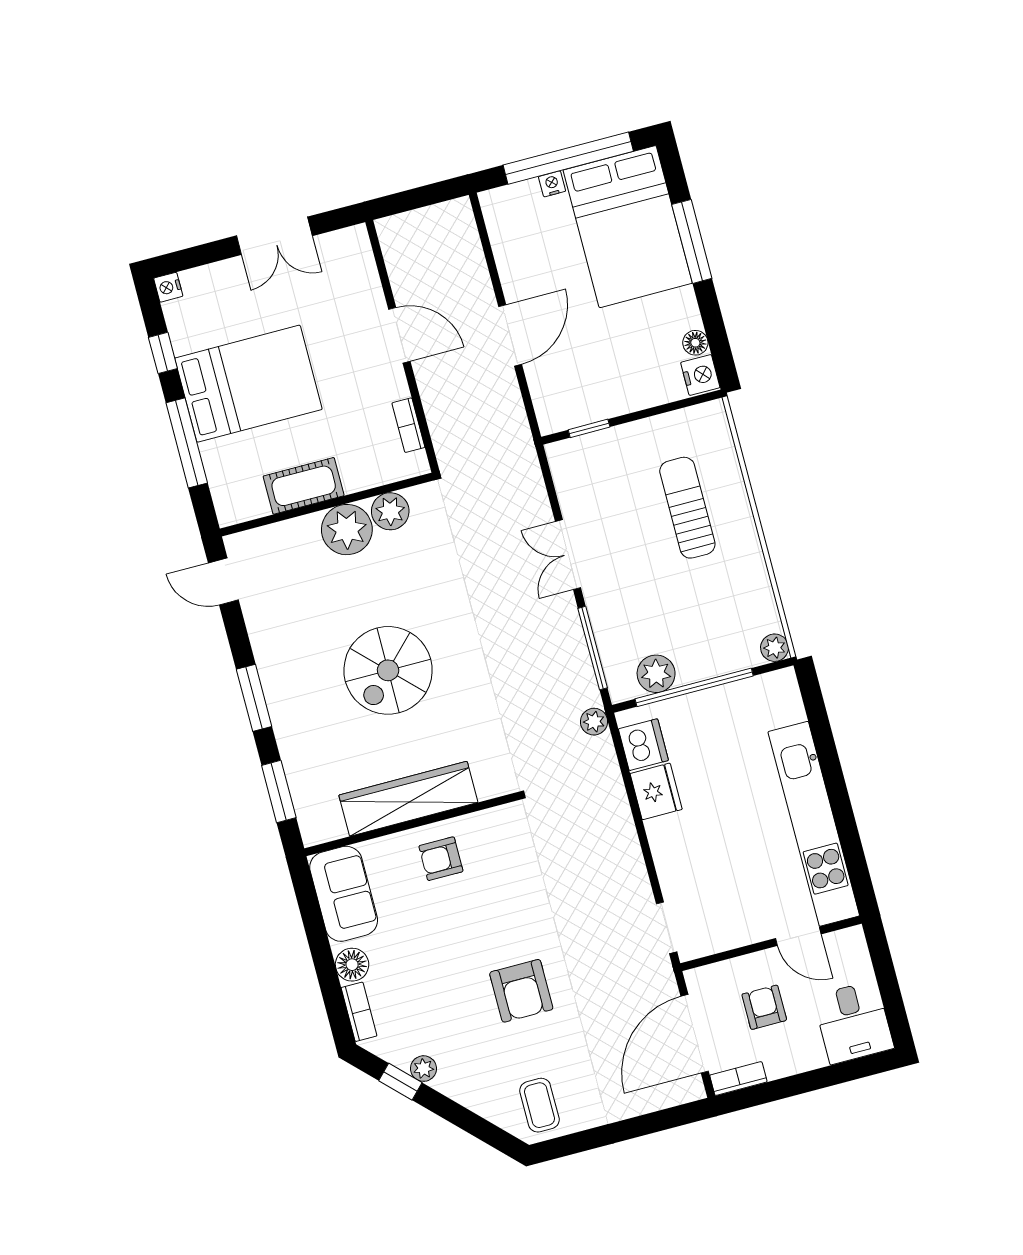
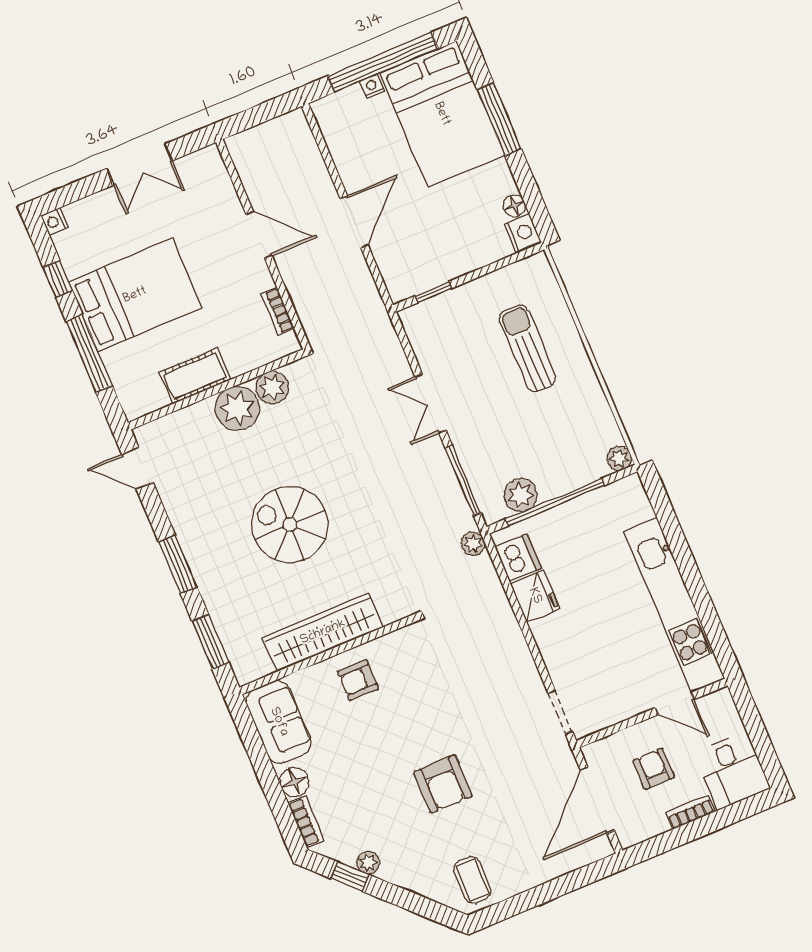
spiral stairs: (388, 670) -> (290, 525), turned 90
bookcase: (738, 1079) -> (690, 812), moved

